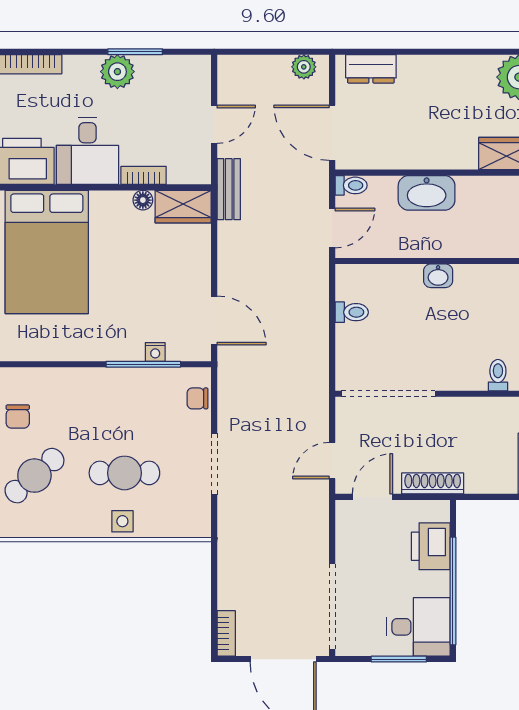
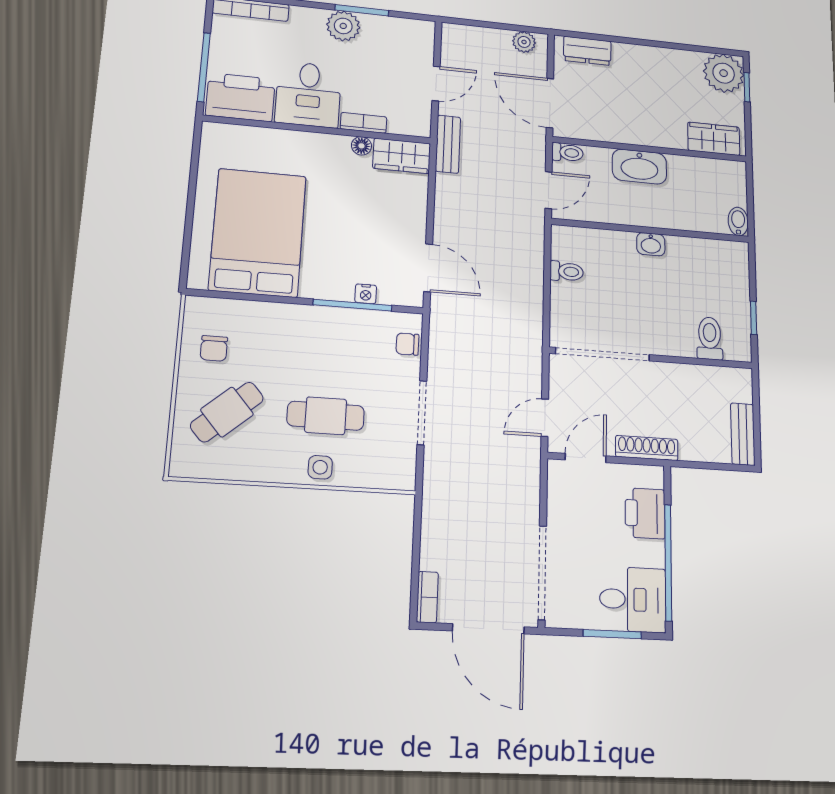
bed: (47, 252) -> (258, 233), moved, turned 180
toilet: (498, 375) -> (710, 338), width x1.37, depth x1.39

